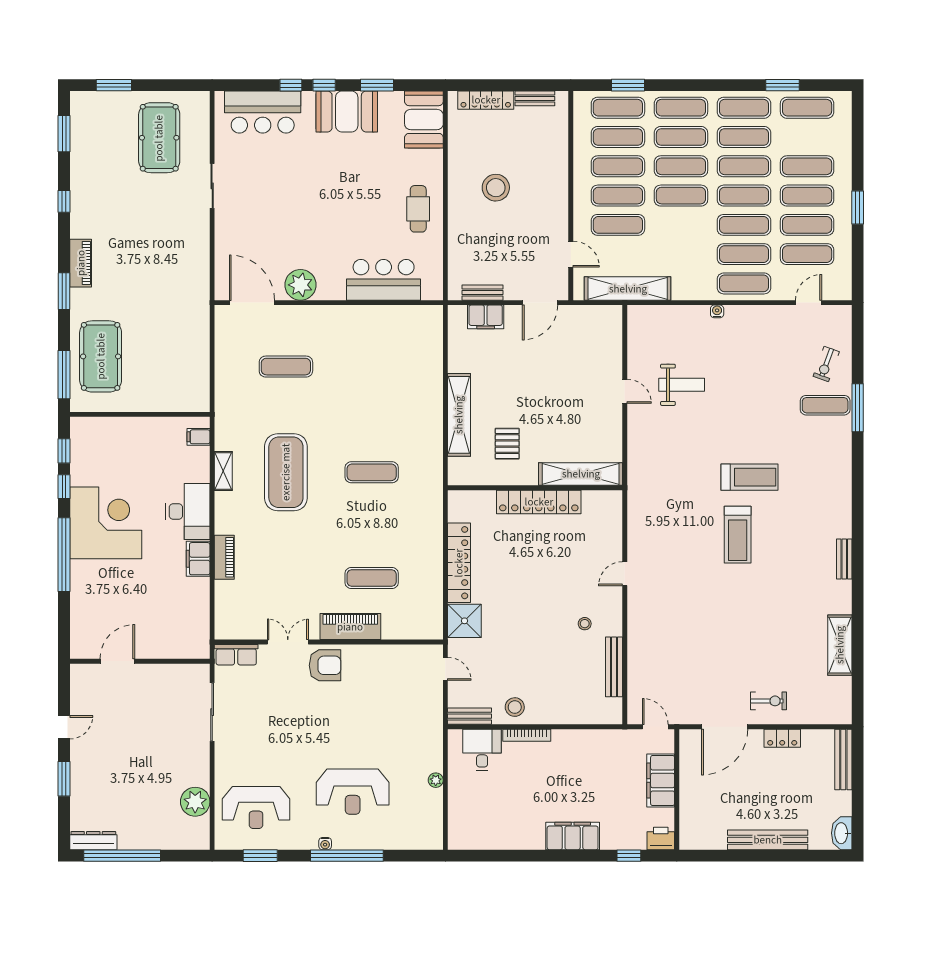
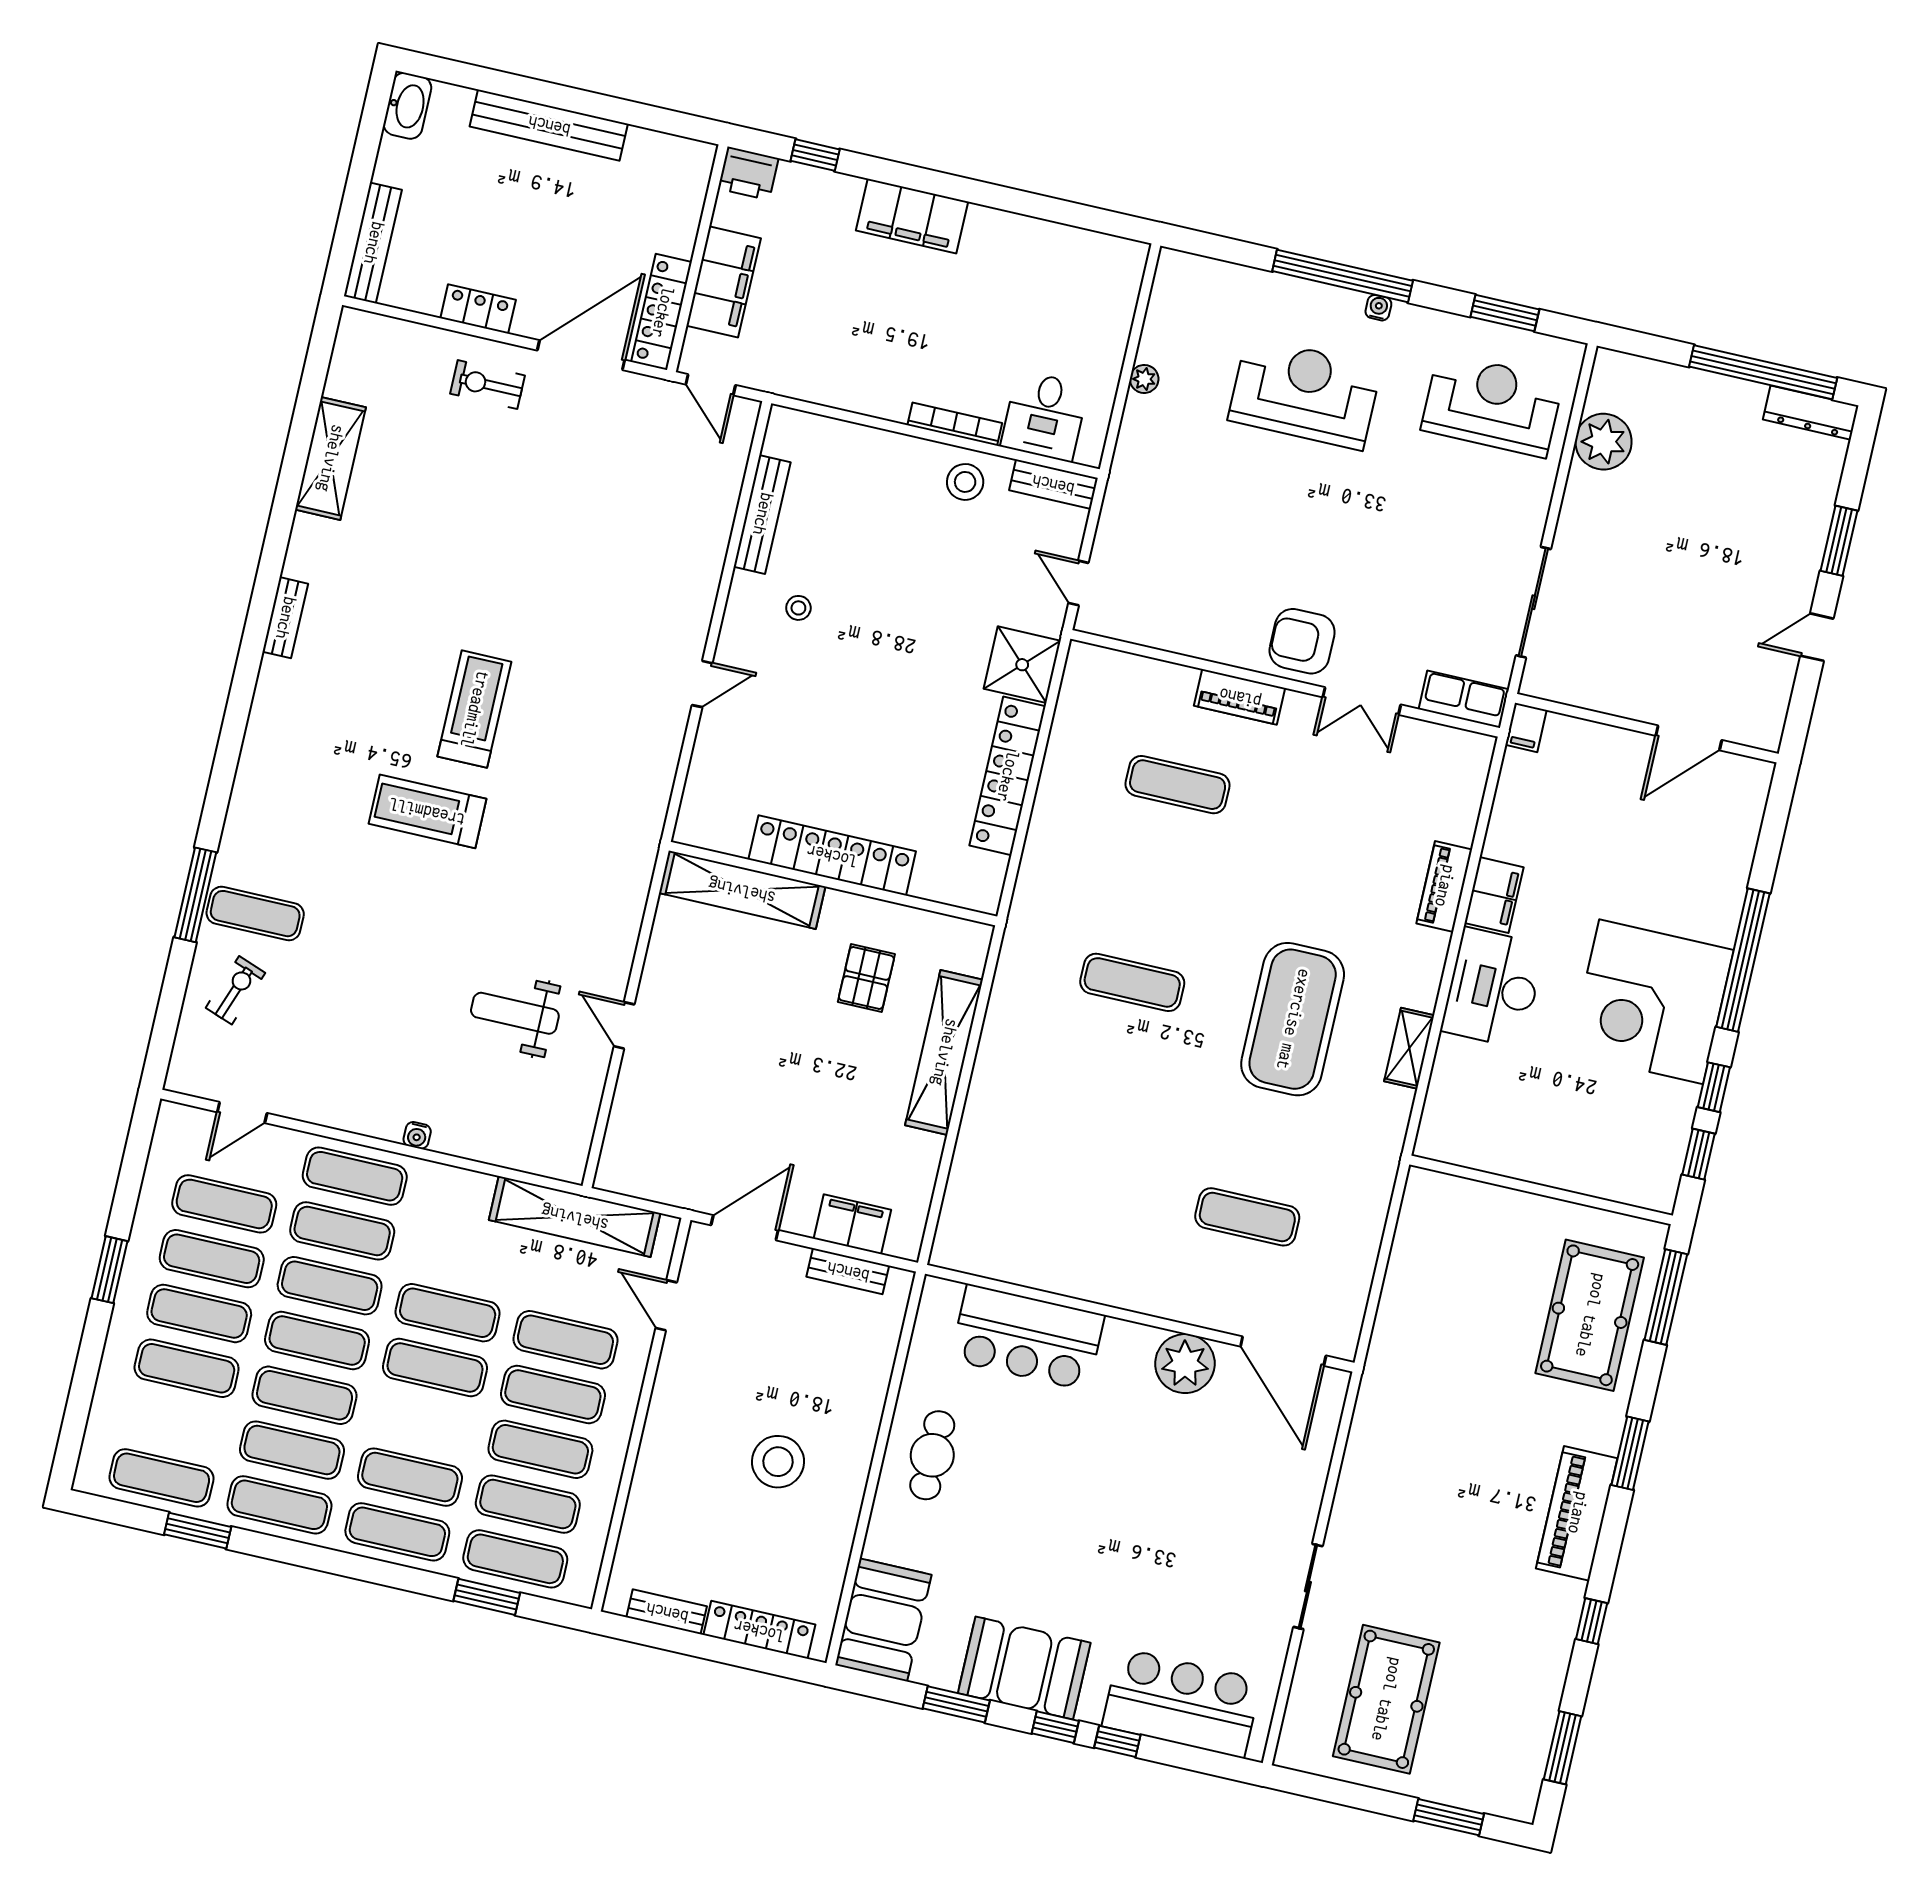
exercise mat: (681, 166) -> (448, 1313), moved
piano: (81, 263) -> (1577, 1513), width x1.37, depth x1.33
filing cabinet: (198, 437) -> (1526, 727), moved, turned 90
piano: (350, 627) -> (1240, 697), width x0.73, depth x0.75
locker: (689, 758) -> (662, 312), added

